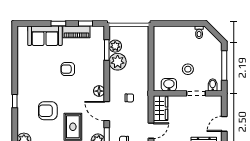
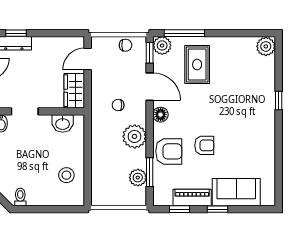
plant: (118, 62) -> (135, 136), moved
stool: (188, 69) -> (66, 175), moved
armchair: (48, 111) -> (169, 151), moved

